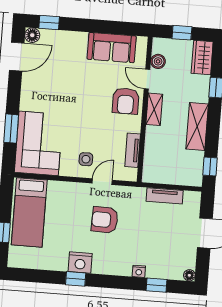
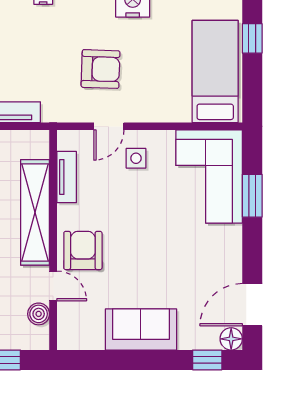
sofa: (112, 48) -> (141, 329), moved
shelving: (154, 109) -> (35, 212), width x2.20, depth x1.33

